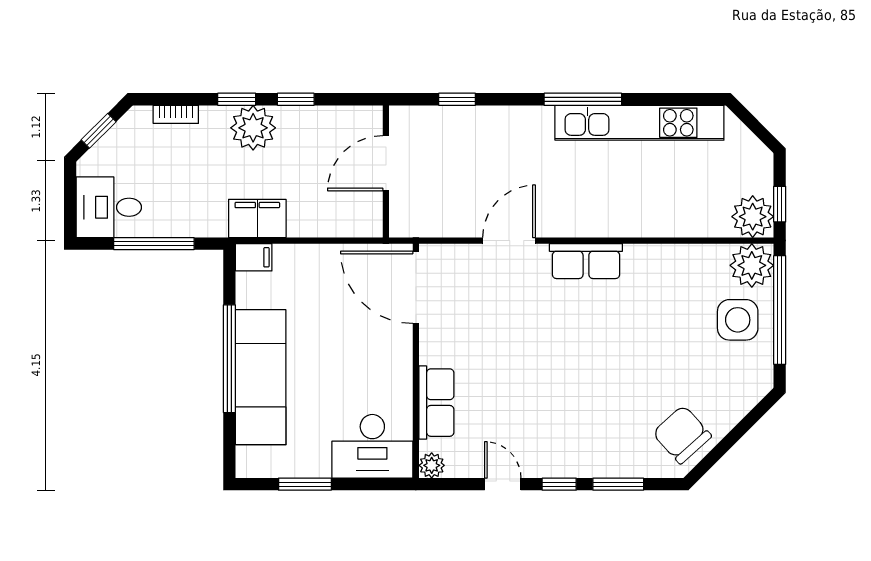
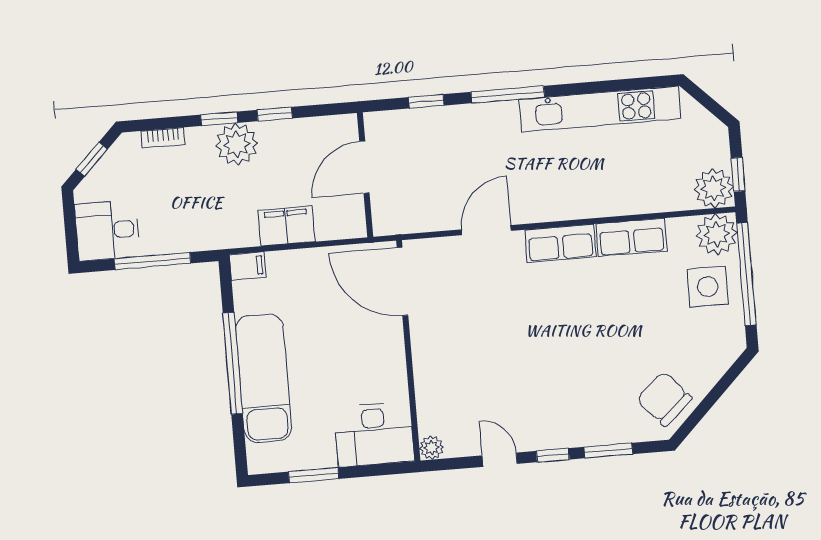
window: (583, 99) -> (508, 95), moved
filing cabinet: (257, 218) -> (286, 226), moved
row of seats: (436, 403) -> (631, 237), moved, turned 90

